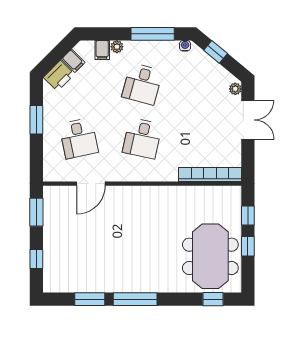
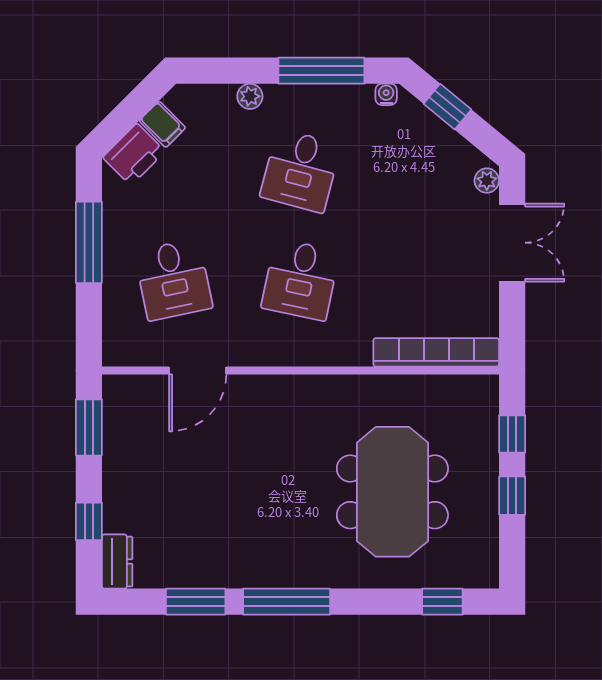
filing cabinet: (102, 50) -> (220, 103), removed
window: (36, 120) -> (89, 242), width x1.44
meeting table: (210, 256) -> (392, 492), moved
dresser: (51, 279) -> (117, 562), added

